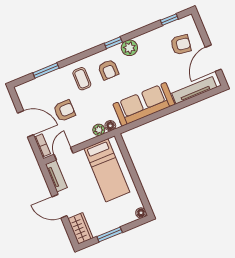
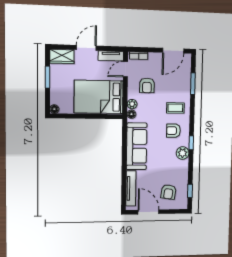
armchair: (64, 111) -> (147, 85), moved
door: (26, 124) -> (173, 51), moved
door: (64, 154) -> (125, 69), swing flipped
bed: (107, 170) -> (99, 97), width x1.50

